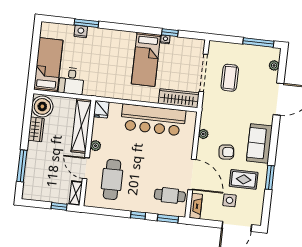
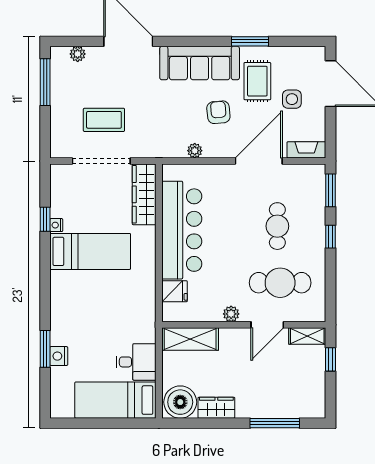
fridge: (101, 109) -> (174, 291), moved
shelving: (81, 126) -> (190, 339), width x0.68
sofa: (259, 143) -> (200, 63), width x1.36
cafe table: (170, 195) -> (277, 226), moved

